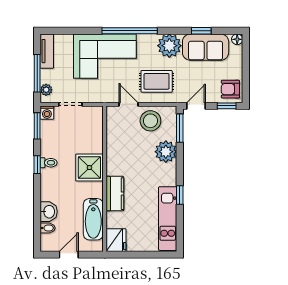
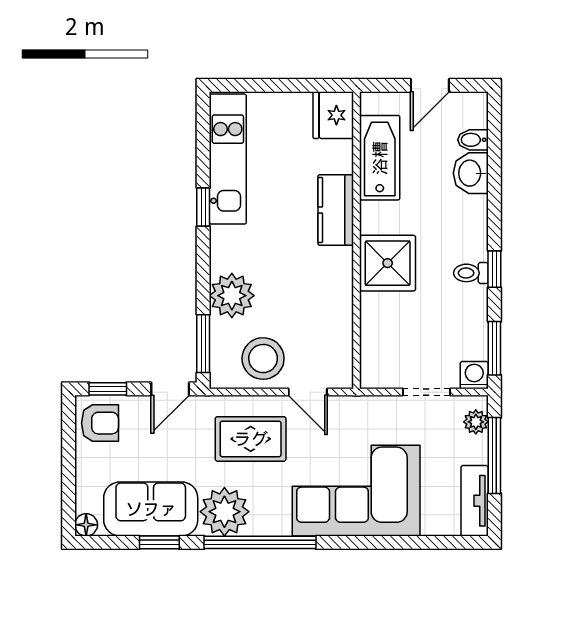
window: (130, 31) -> (260, 542), moved

